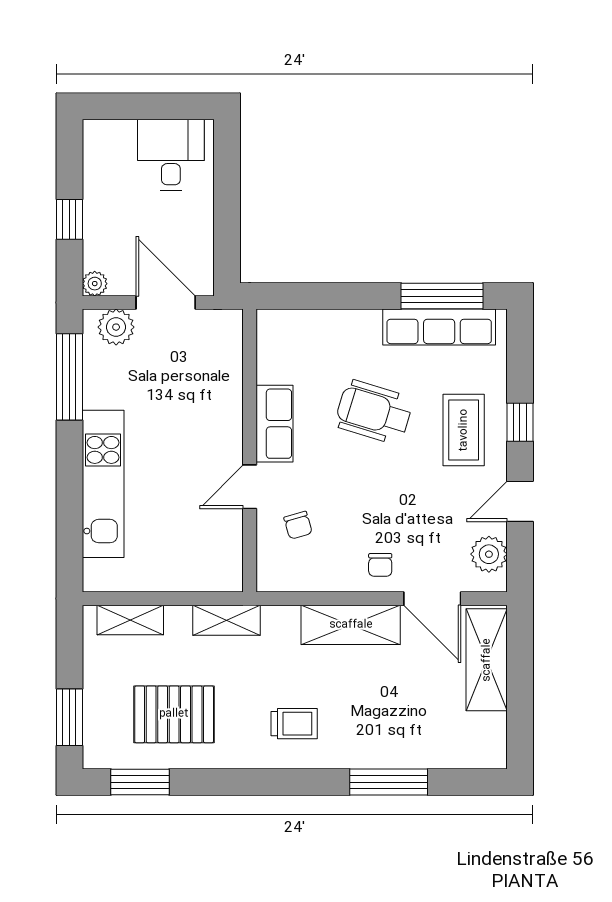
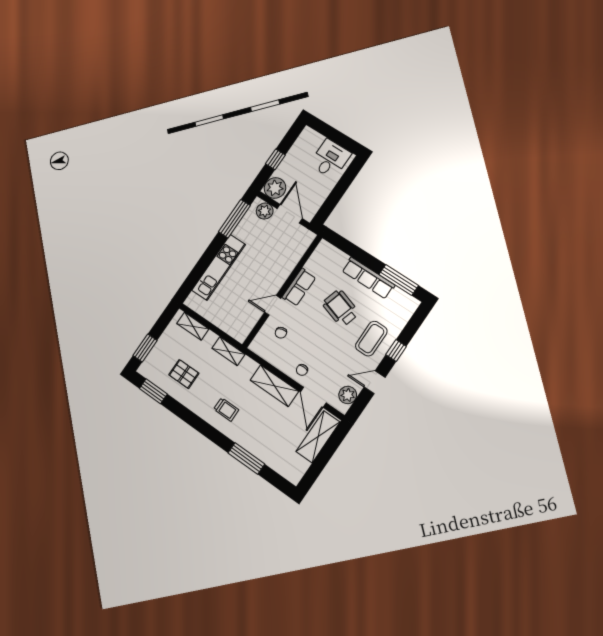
plant: (95, 284) -> (275, 188), width x1.87, depth x1.87
row of seats: (439, 327) -> (368, 278), moved
pallet: (174, 714) -> (184, 374), width x0.67, depth x0.71

